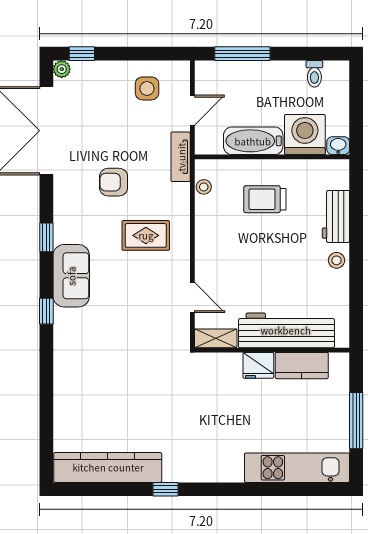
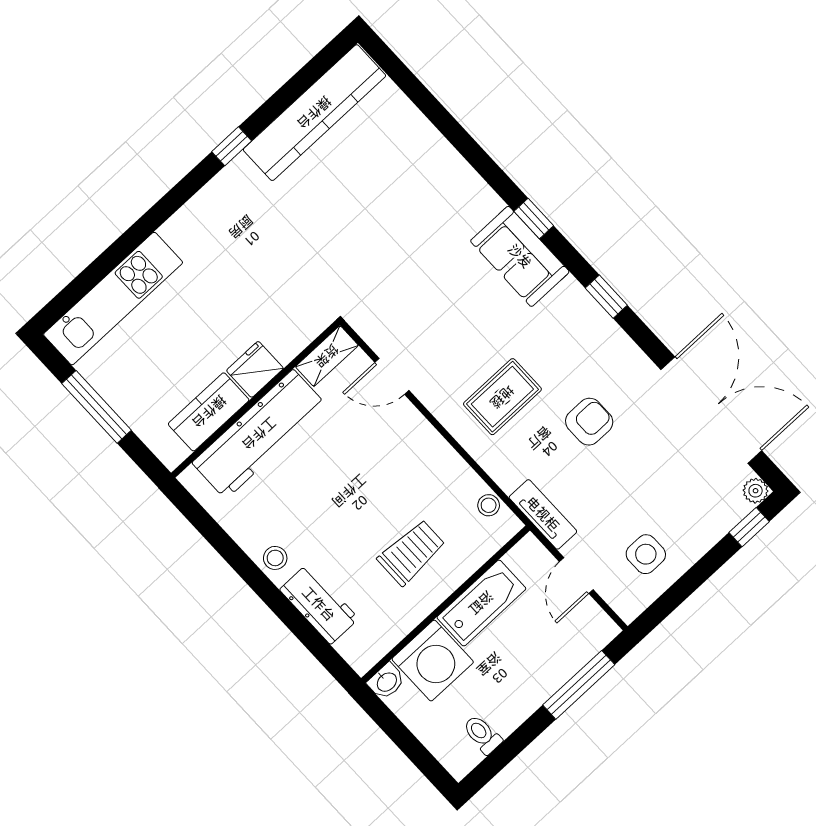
sofa: (71, 276) -> (520, 256), moved

